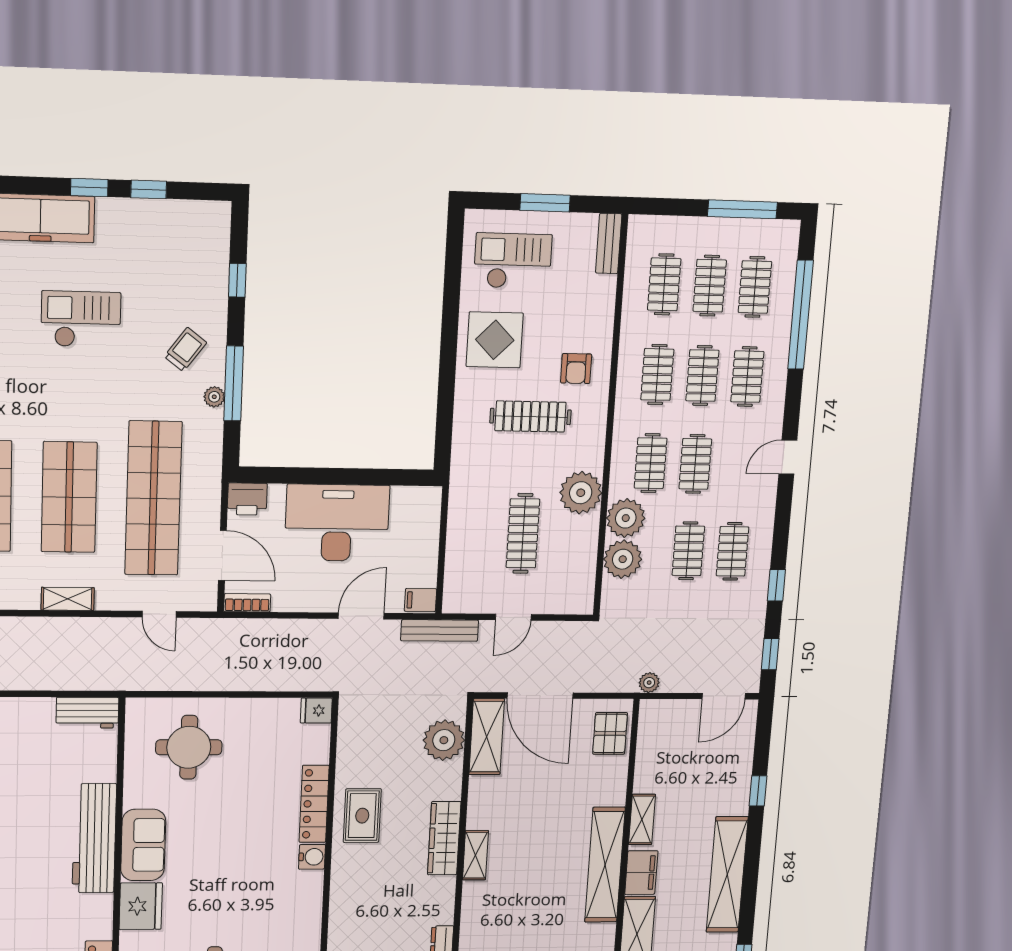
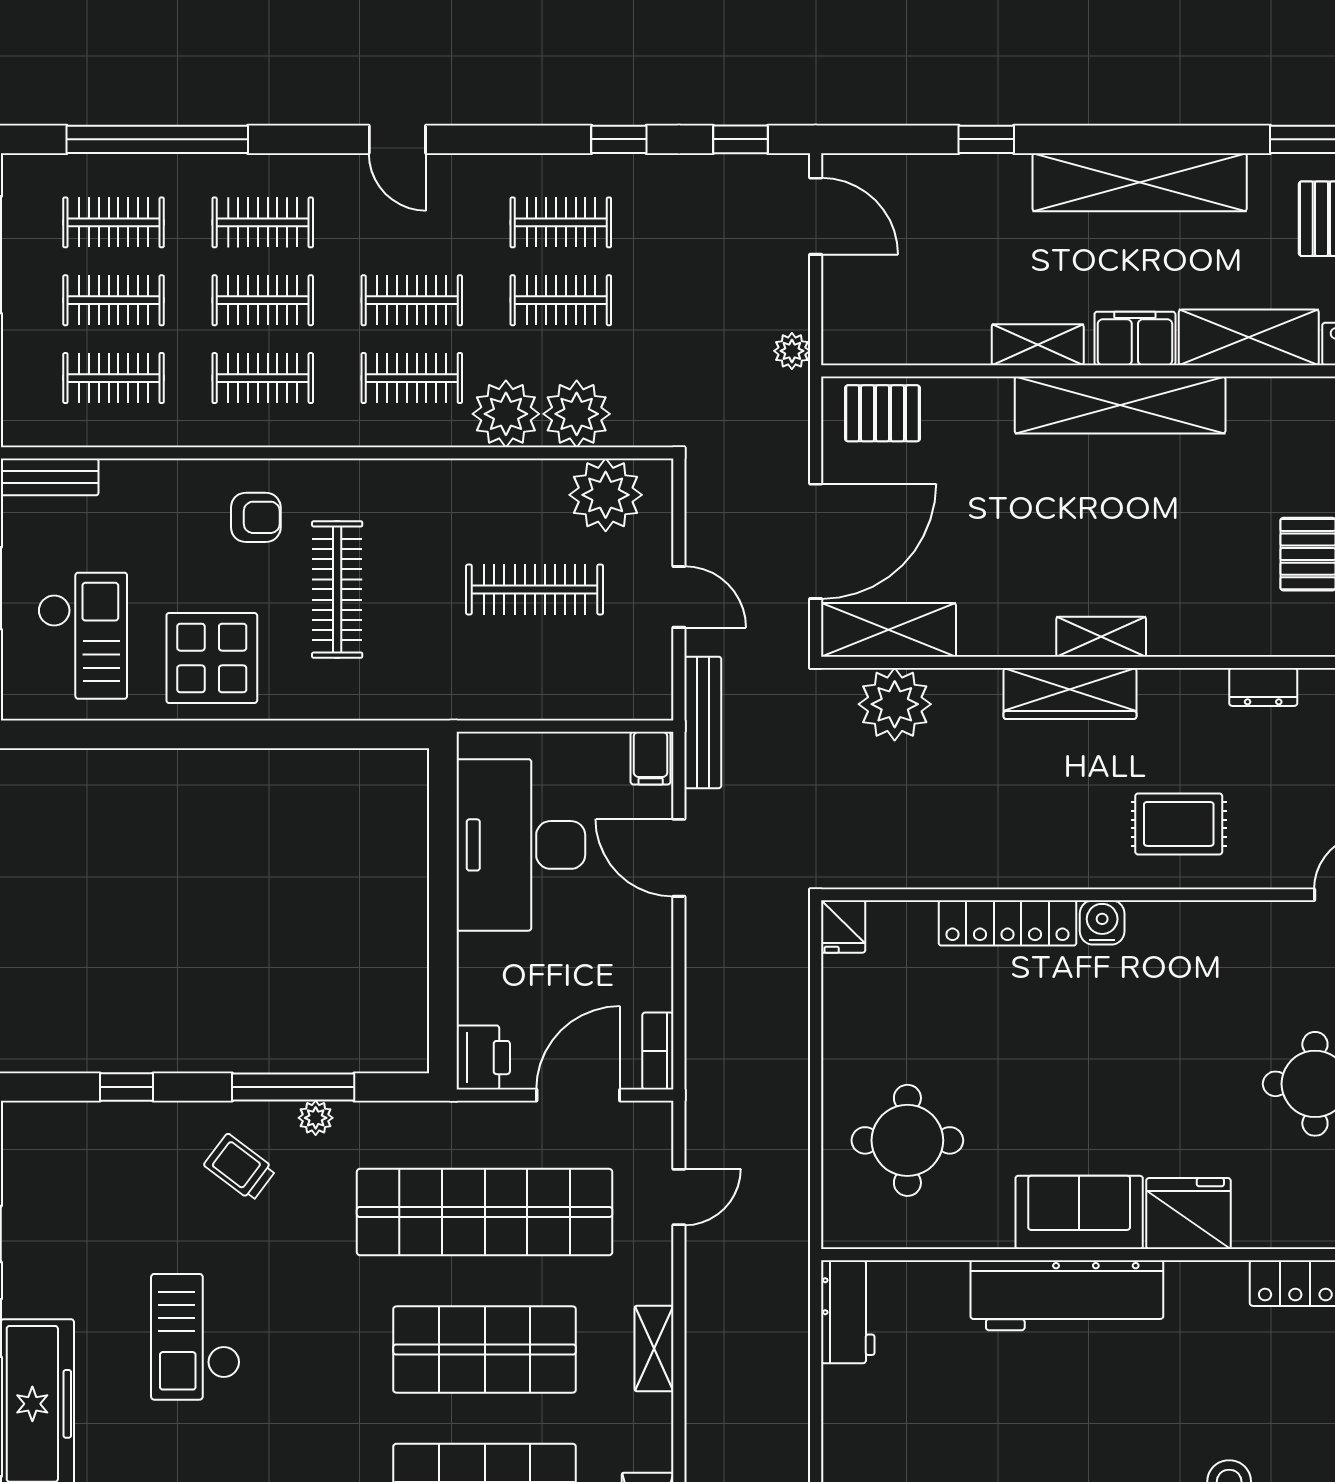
checkout: (513, 261) -> (83, 636), turned 180
plant: (581, 493) -> (606, 495), moved
desk: (337, 523) -> (521, 845), moved
rug: (362, 816) -> (1179, 824), moved

